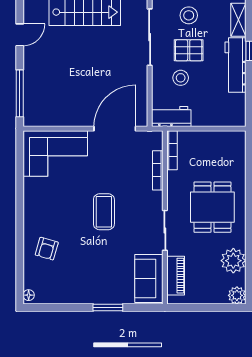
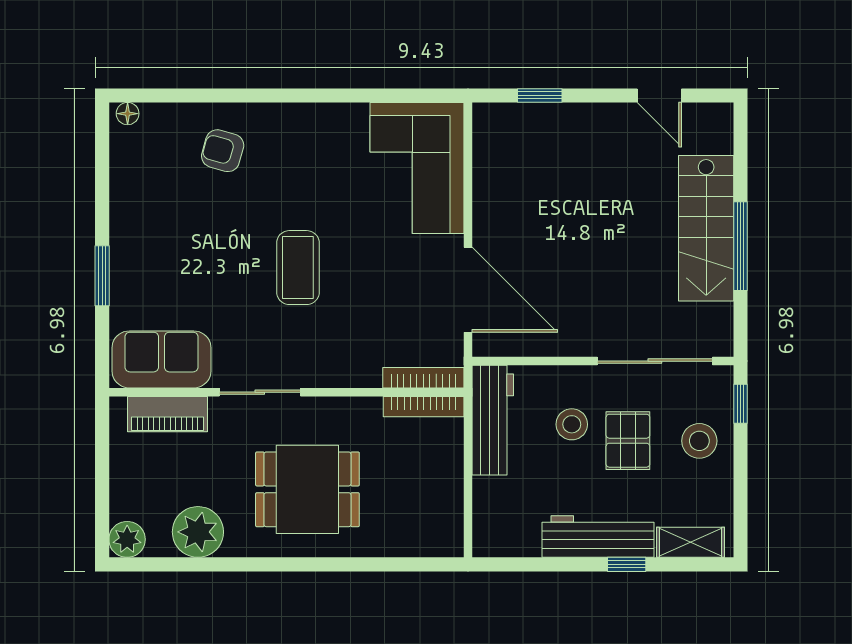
window: (20, 93) -> (540, 95), width x0.46
workbench: (171, 116) -> (493, 420), width x1.38
bookcase: (158, 170) -> (423, 378), moved
coffee table: (104, 212) -> (298, 268), turned 90

